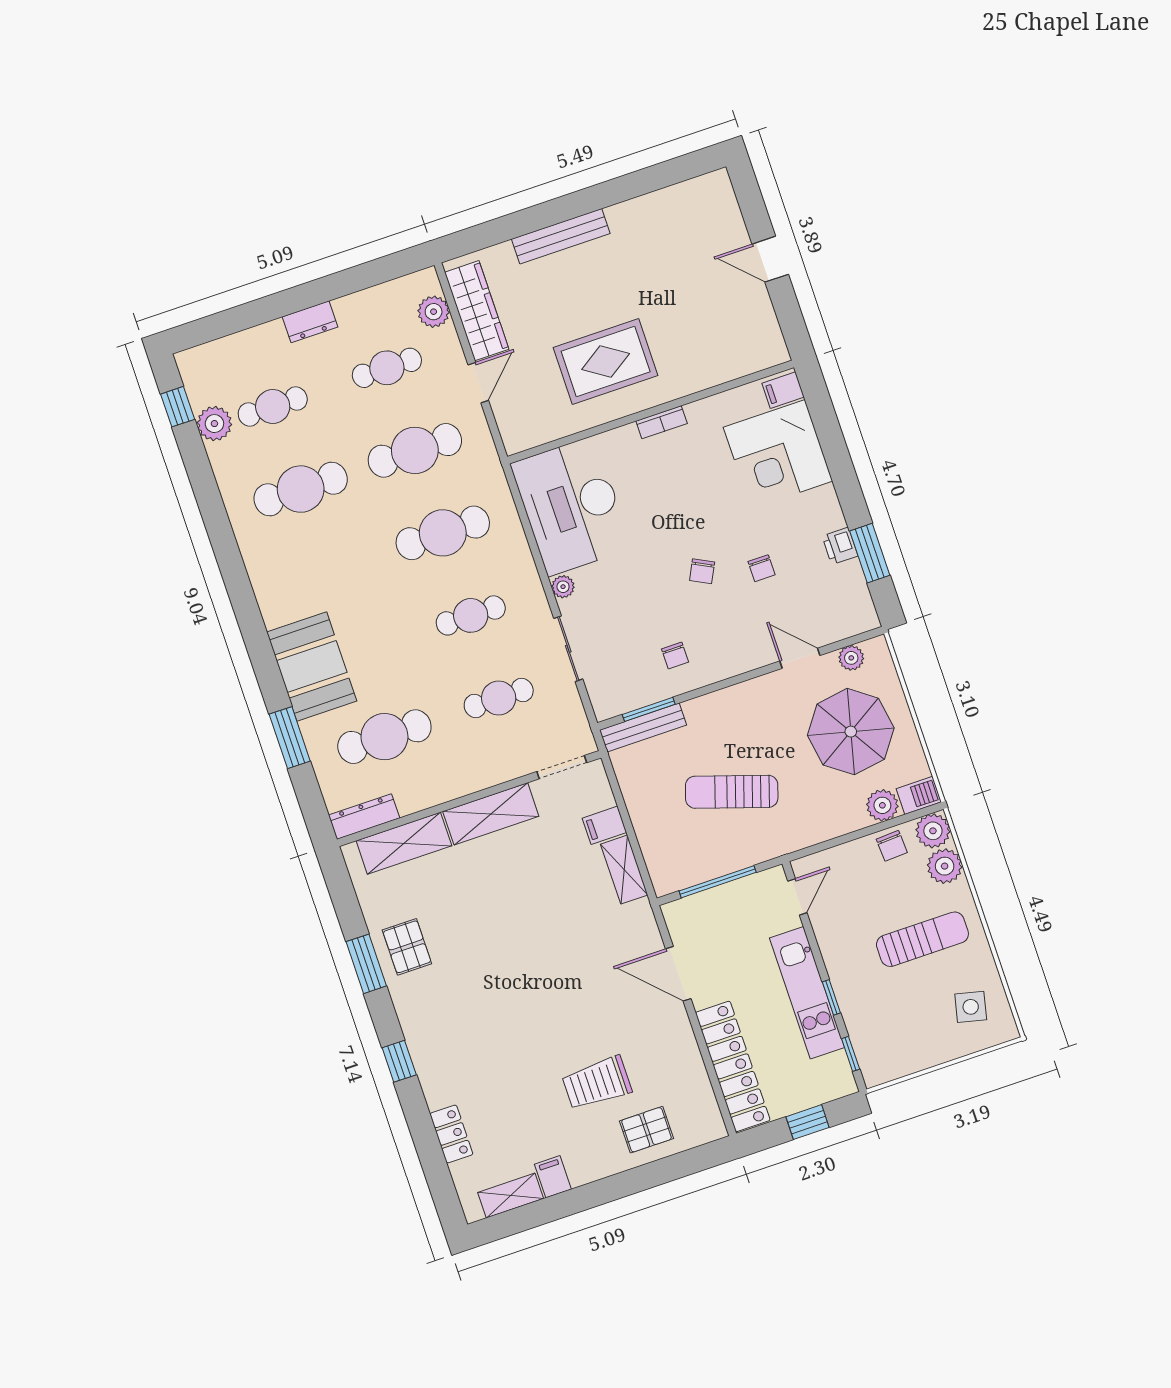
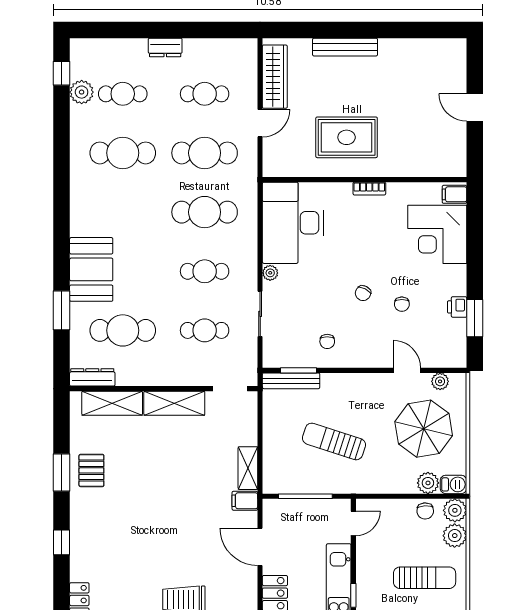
plant: (434, 312) -> (247, 68), removed
filing cabinet: (604, 825) -> (245, 501), moved

